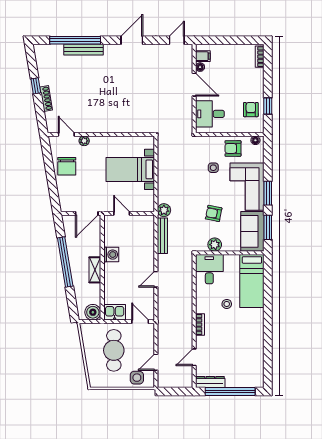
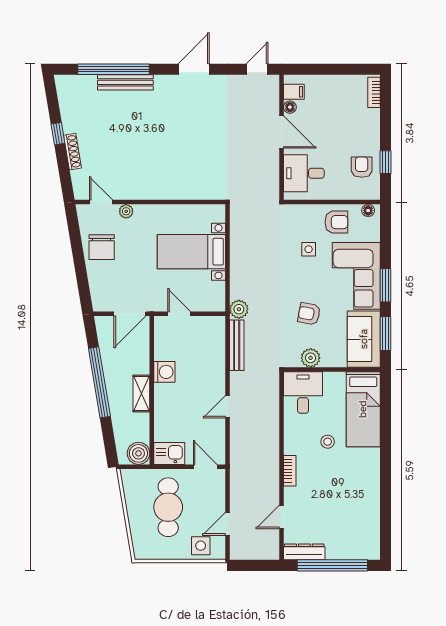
armchair: (233, 148) -> (336, 222), turned 180

